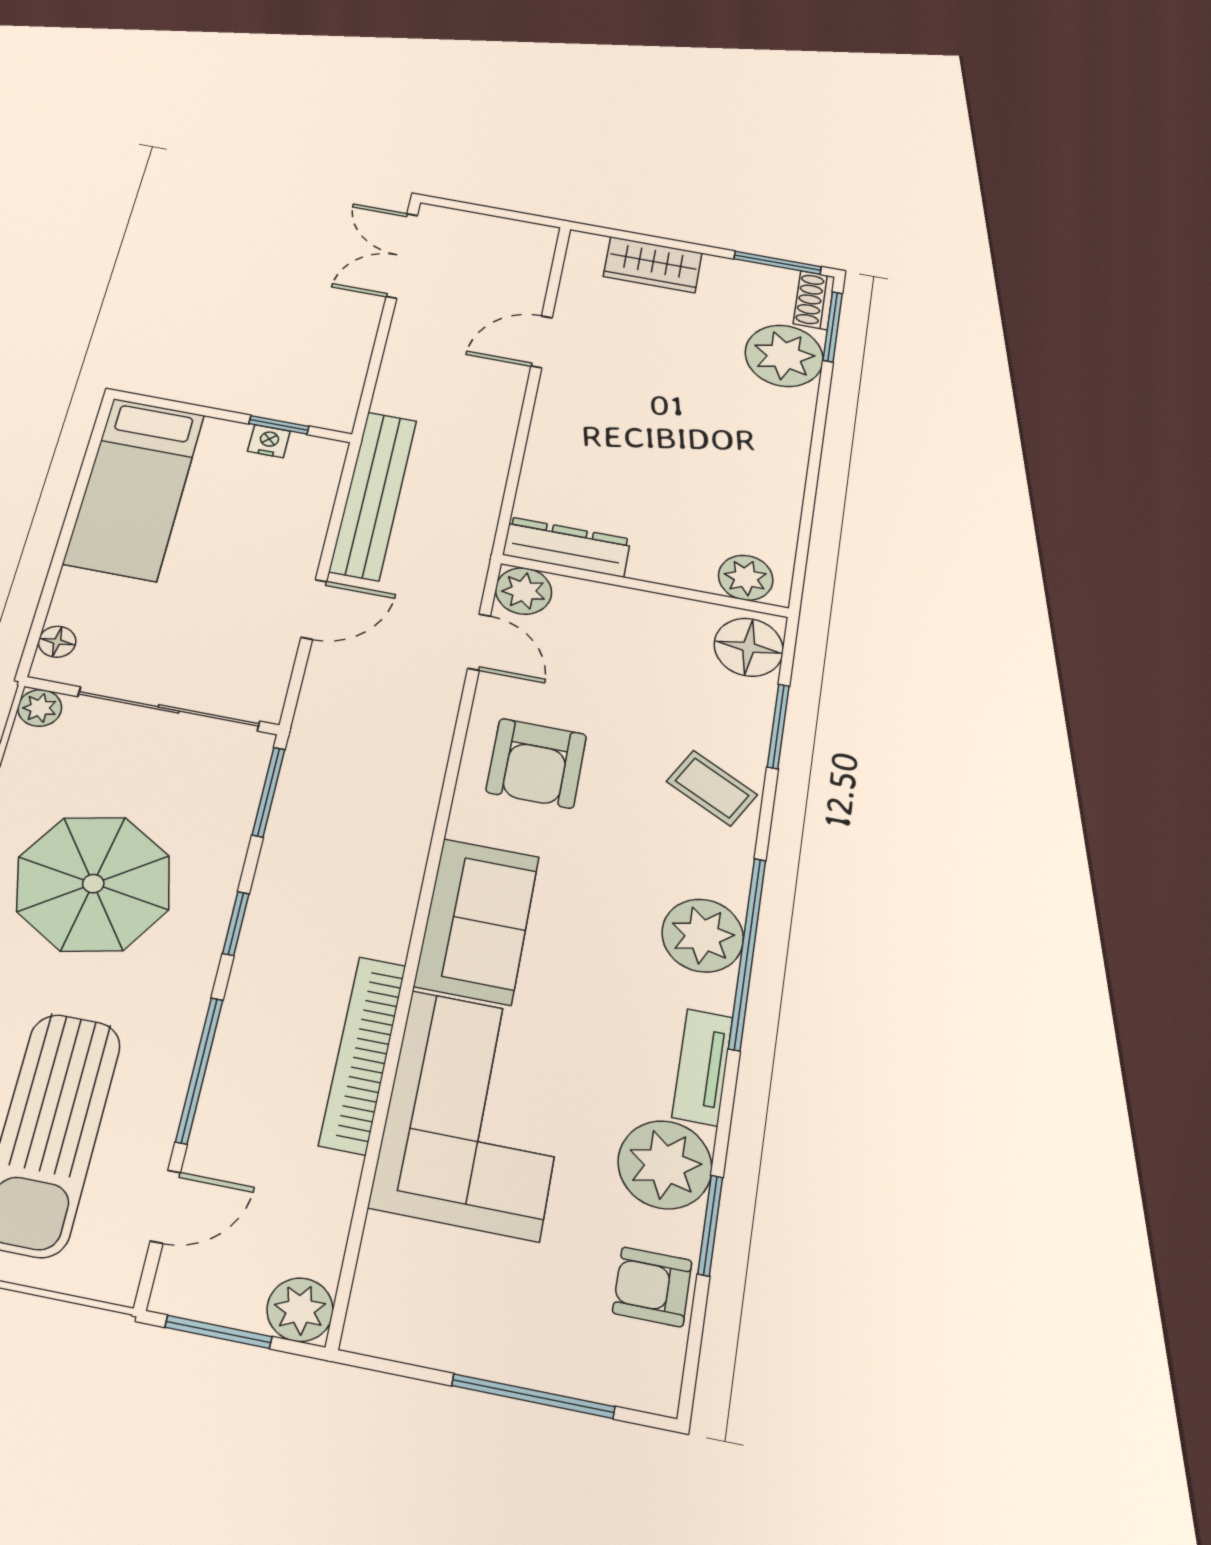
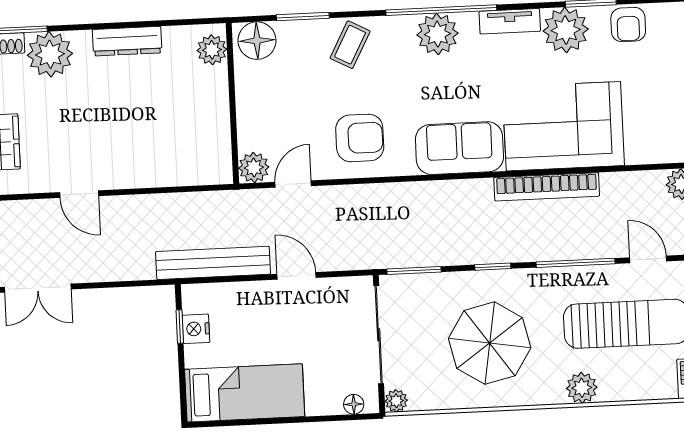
nightstand: (269, 441) -> (196, 329), width x1.39, depth x1.35
dresser: (567, 547) -> (127, 41), moved, turned -90

